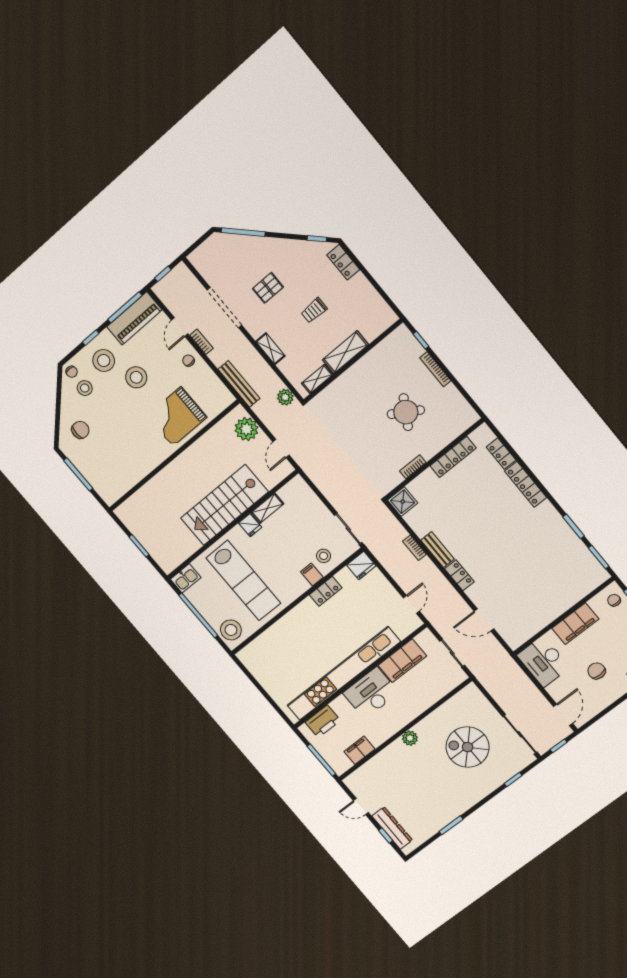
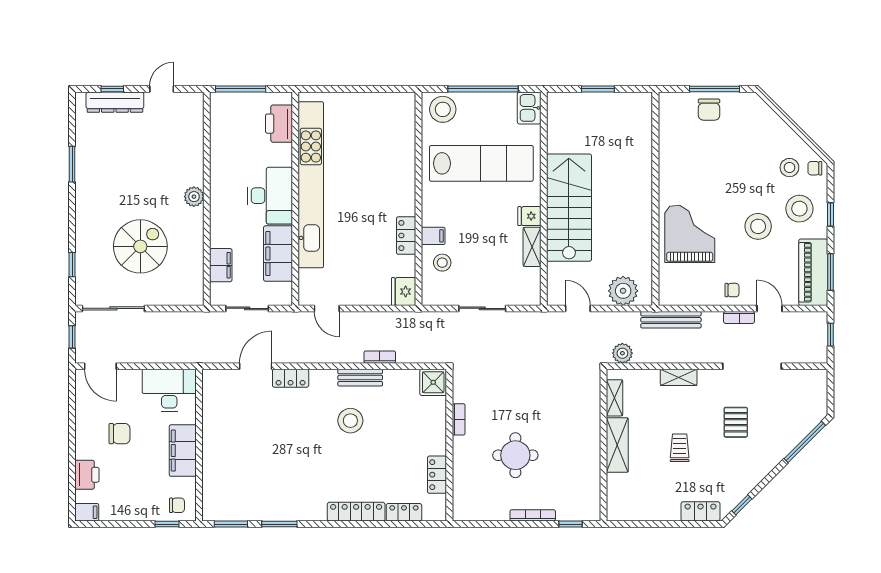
window: (125, 307) -> (831, 272), width x0.69
round table: (406, 412) -> (515, 455), turned -31
chair: (80, 430) -> (709, 110), moved
locker: (453, 457) -> (437, 475), width x0.66
sliding door: (348, 529) -> (482, 308), moved
stool: (470, 534) -> (350, 421), added
locker: (459, 575) -> (291, 378), moved
lab bench: (243, 581) -> (481, 163), turned 180
filing cabinet: (360, 750) -> (221, 265), moved

